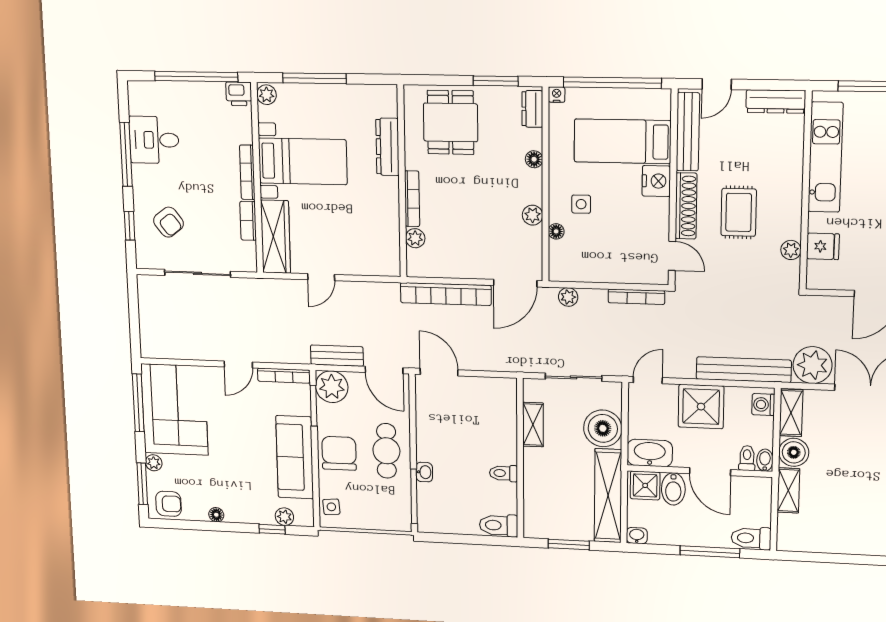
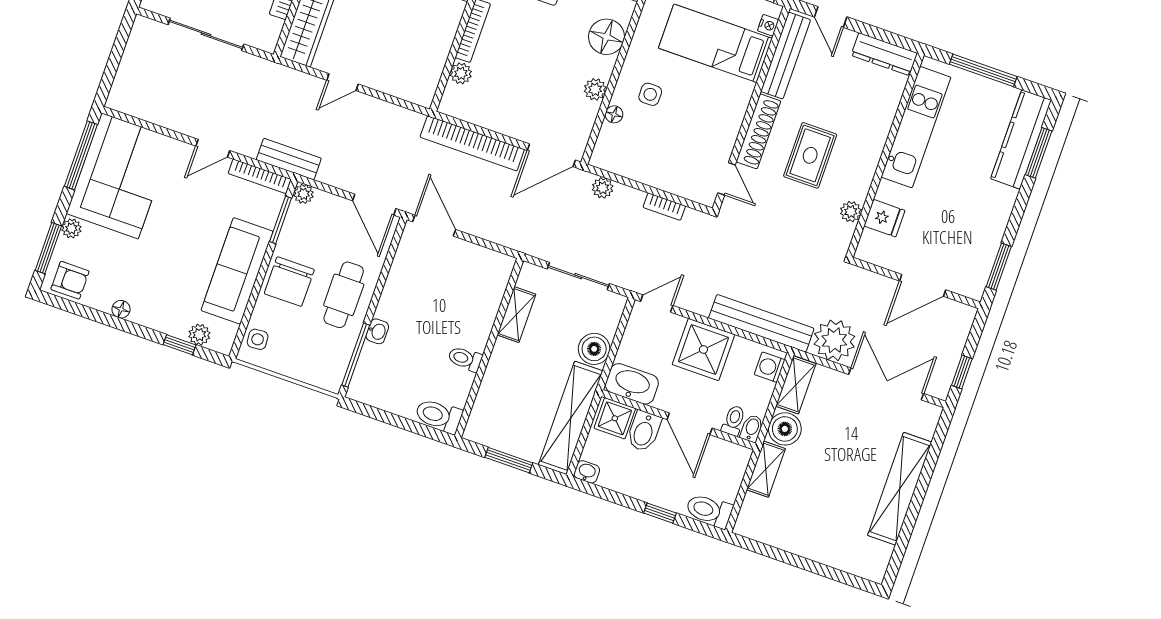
door: (717, 84) -> (831, 17), hinge flipped
floor lamp: (534, 159) -> (606, 37), width x1.89, depth x1.89
nightstand: (656, 181) -> (768, 25), moved, width x0.53, depth x0.56
bookcase: (636, 297) -> (664, 207), width x0.64
bench: (337, 356) -> (289, 159), moved
plant: (332, 387) -> (304, 194), width x0.53, depth x0.53
boiler: (603, 428) -> (594, 349), width x0.73, depth x0.73
chair: (339, 453) -> (289, 282), turned 180
window: (710, 552) -> (660, 513), width x0.46

